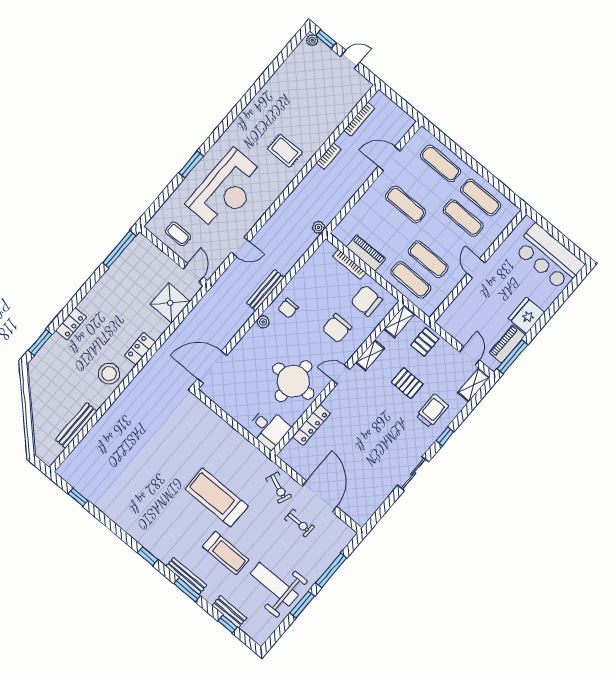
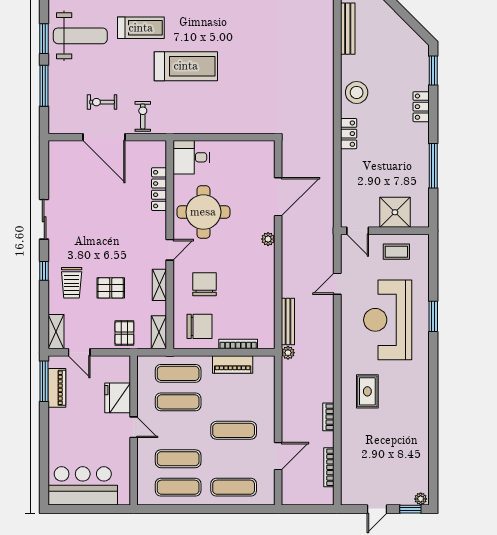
rug: (285, 151) -> (367, 391), turned 90
window: (119, 249) -> (433, 166), moved
bench: (265, 290) -> (288, 321), moved
shower: (170, 303) -> (395, 212), moved
chair: (288, 308) -> (257, 267), removed
fridge: (526, 315) -> (118, 398), moved, turned 180
door: (212, 367) -> (278, 197), moved
exercise bike: (279, 488) -> (143, 116), turned 68
treadmill: (226, 553) -> (141, 28), turned 180

